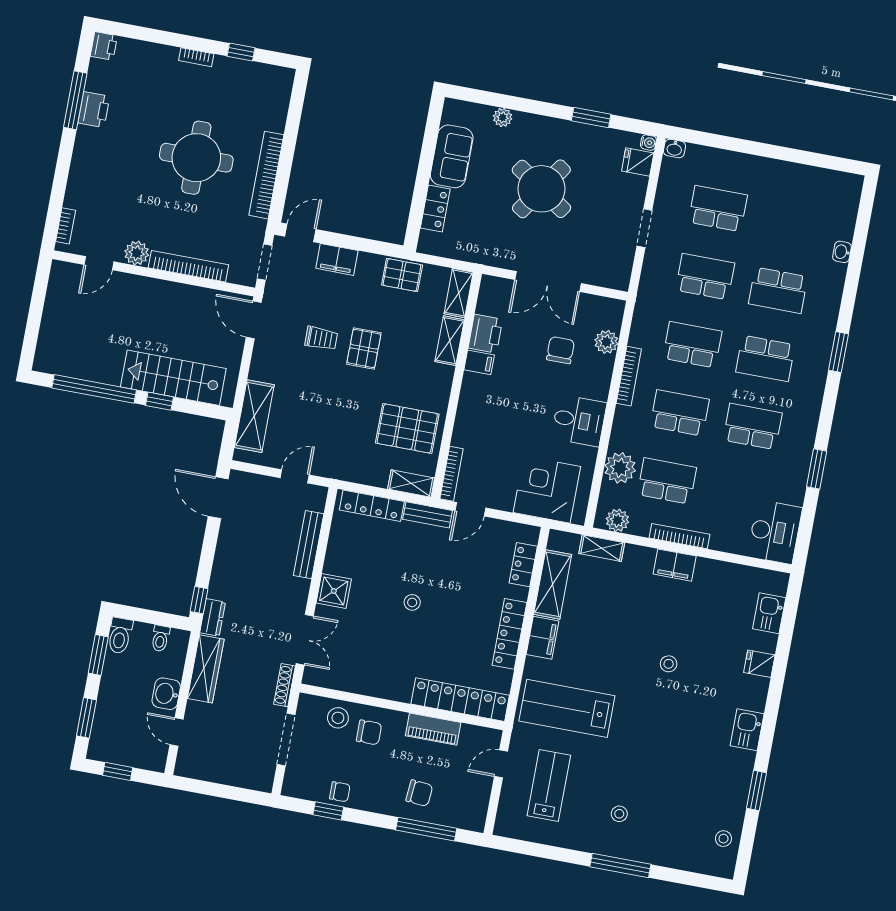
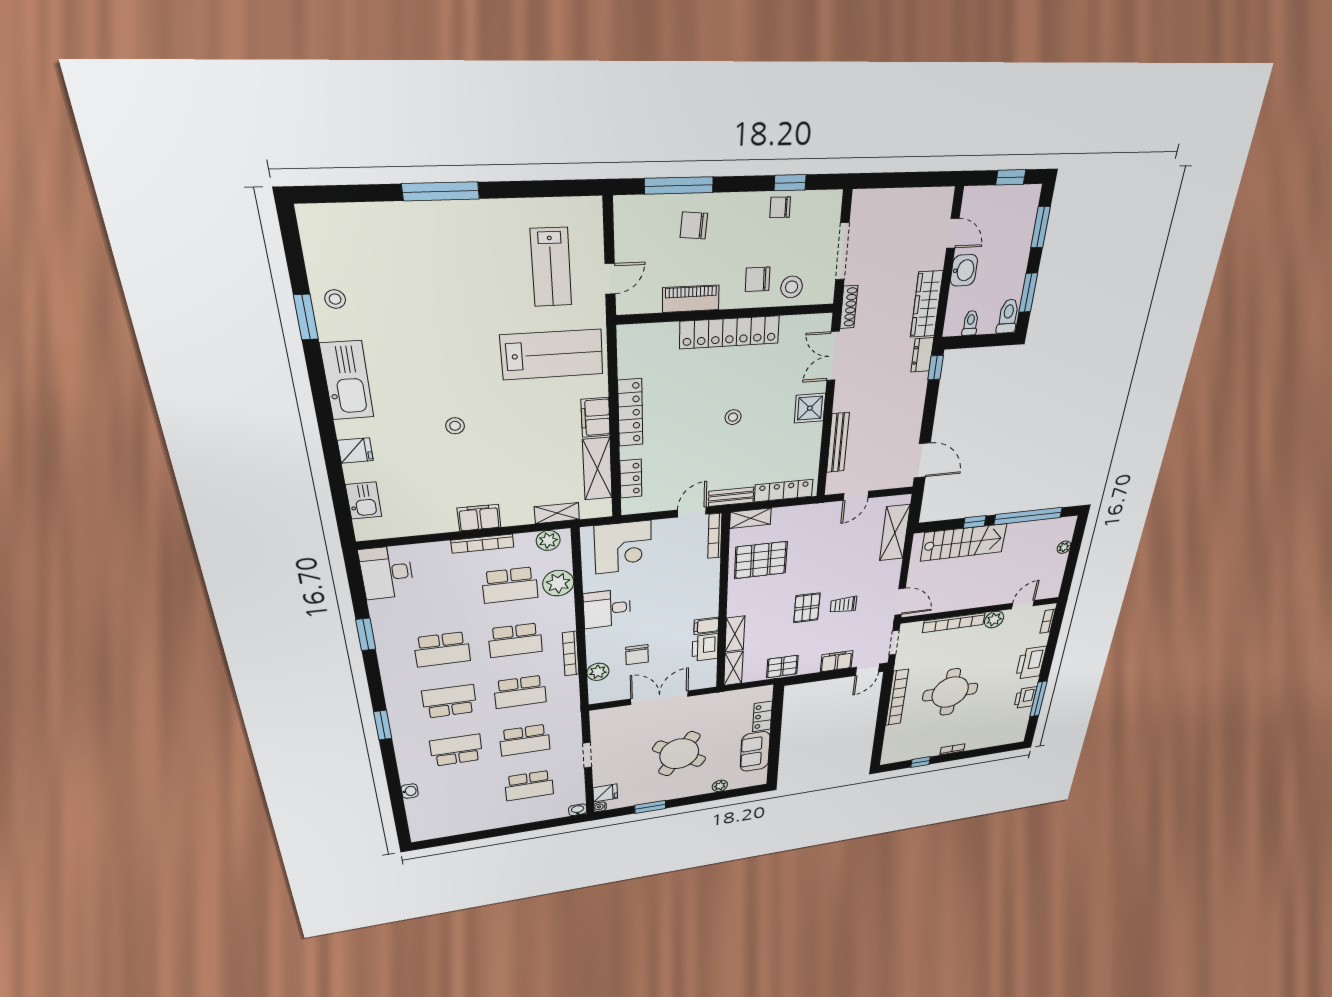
printer: (104, 46) -> (1031, 663), moved, width x1.87, depth x1.48
plant: (48, 331) -> (1064, 547), added
locker: (460, 700) -> (730, 332), moved
kitchen sink: (747, 730) -> (347, 381), width x1.87, depth x1.24
stool: (619, 814) -> (461, 253), removed
stool: (723, 839) -> (335, 299), moved

